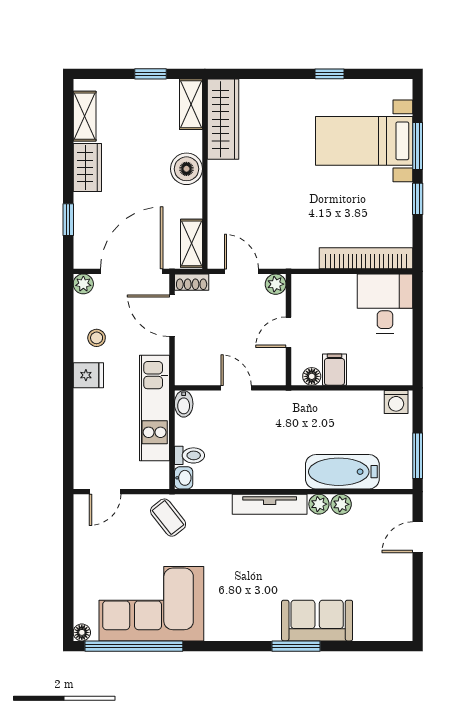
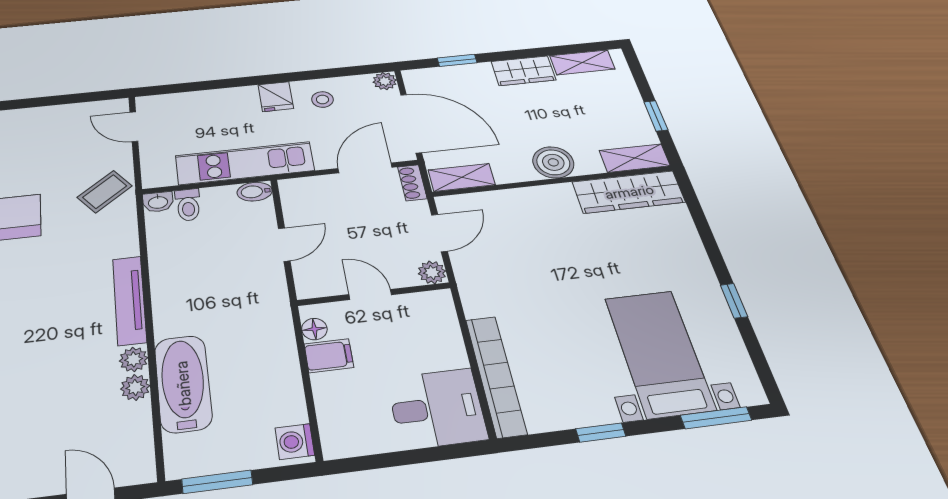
window: (418, 146) -> (716, 418), moved

